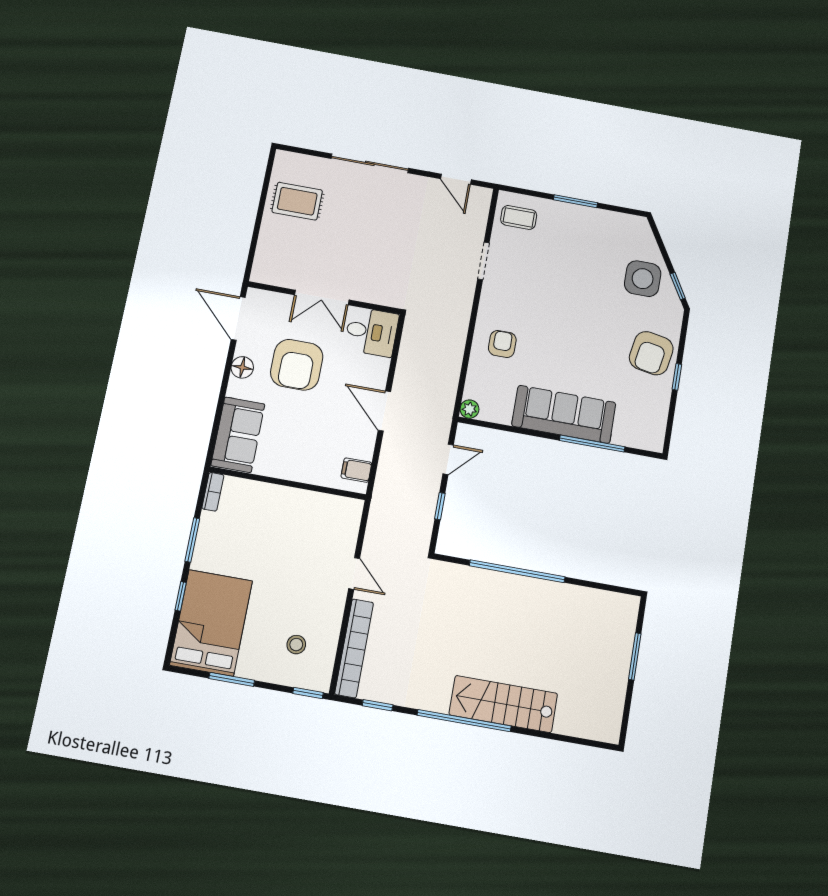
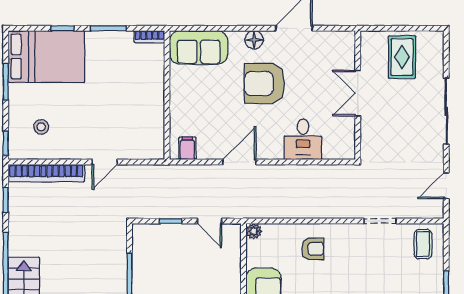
double door: (322, 297) -> (358, 93), moved
wall: (324, 298) -> (358, 95), moved

